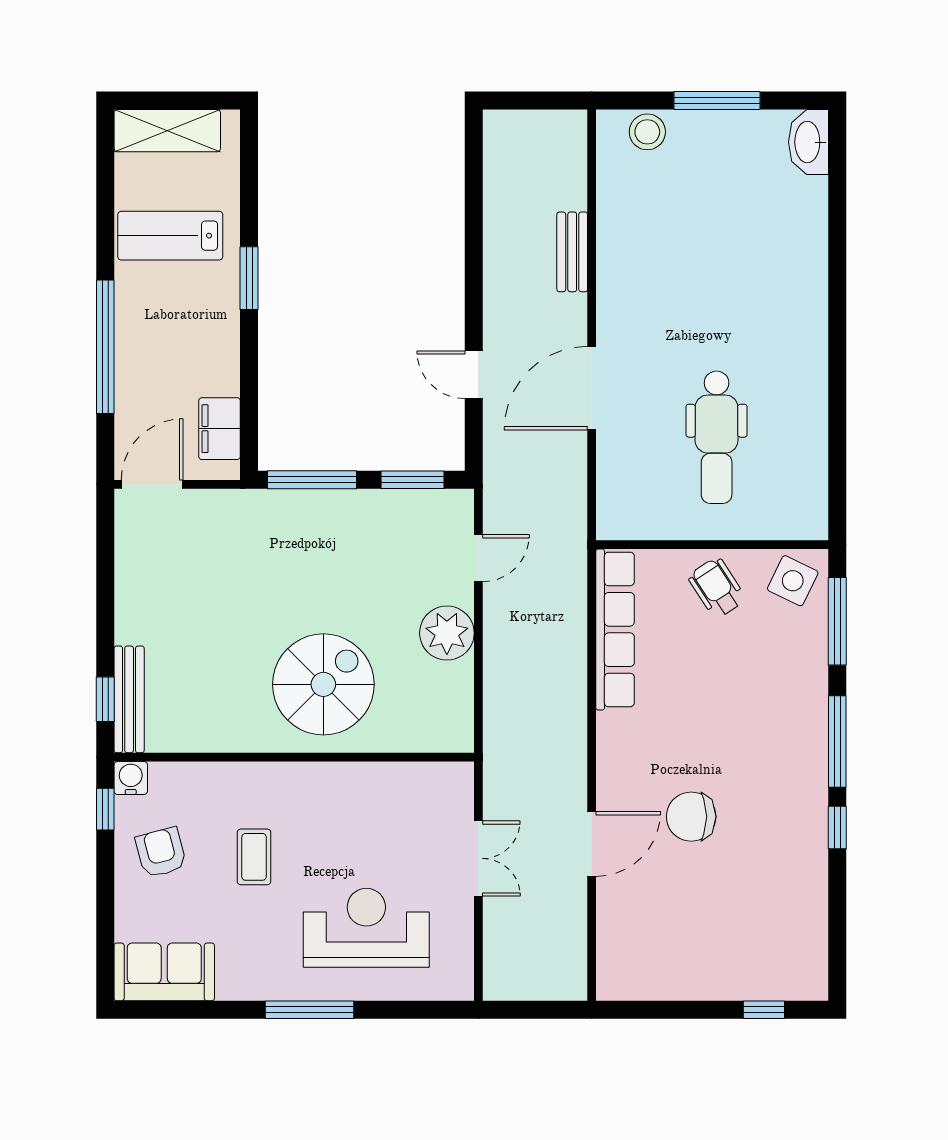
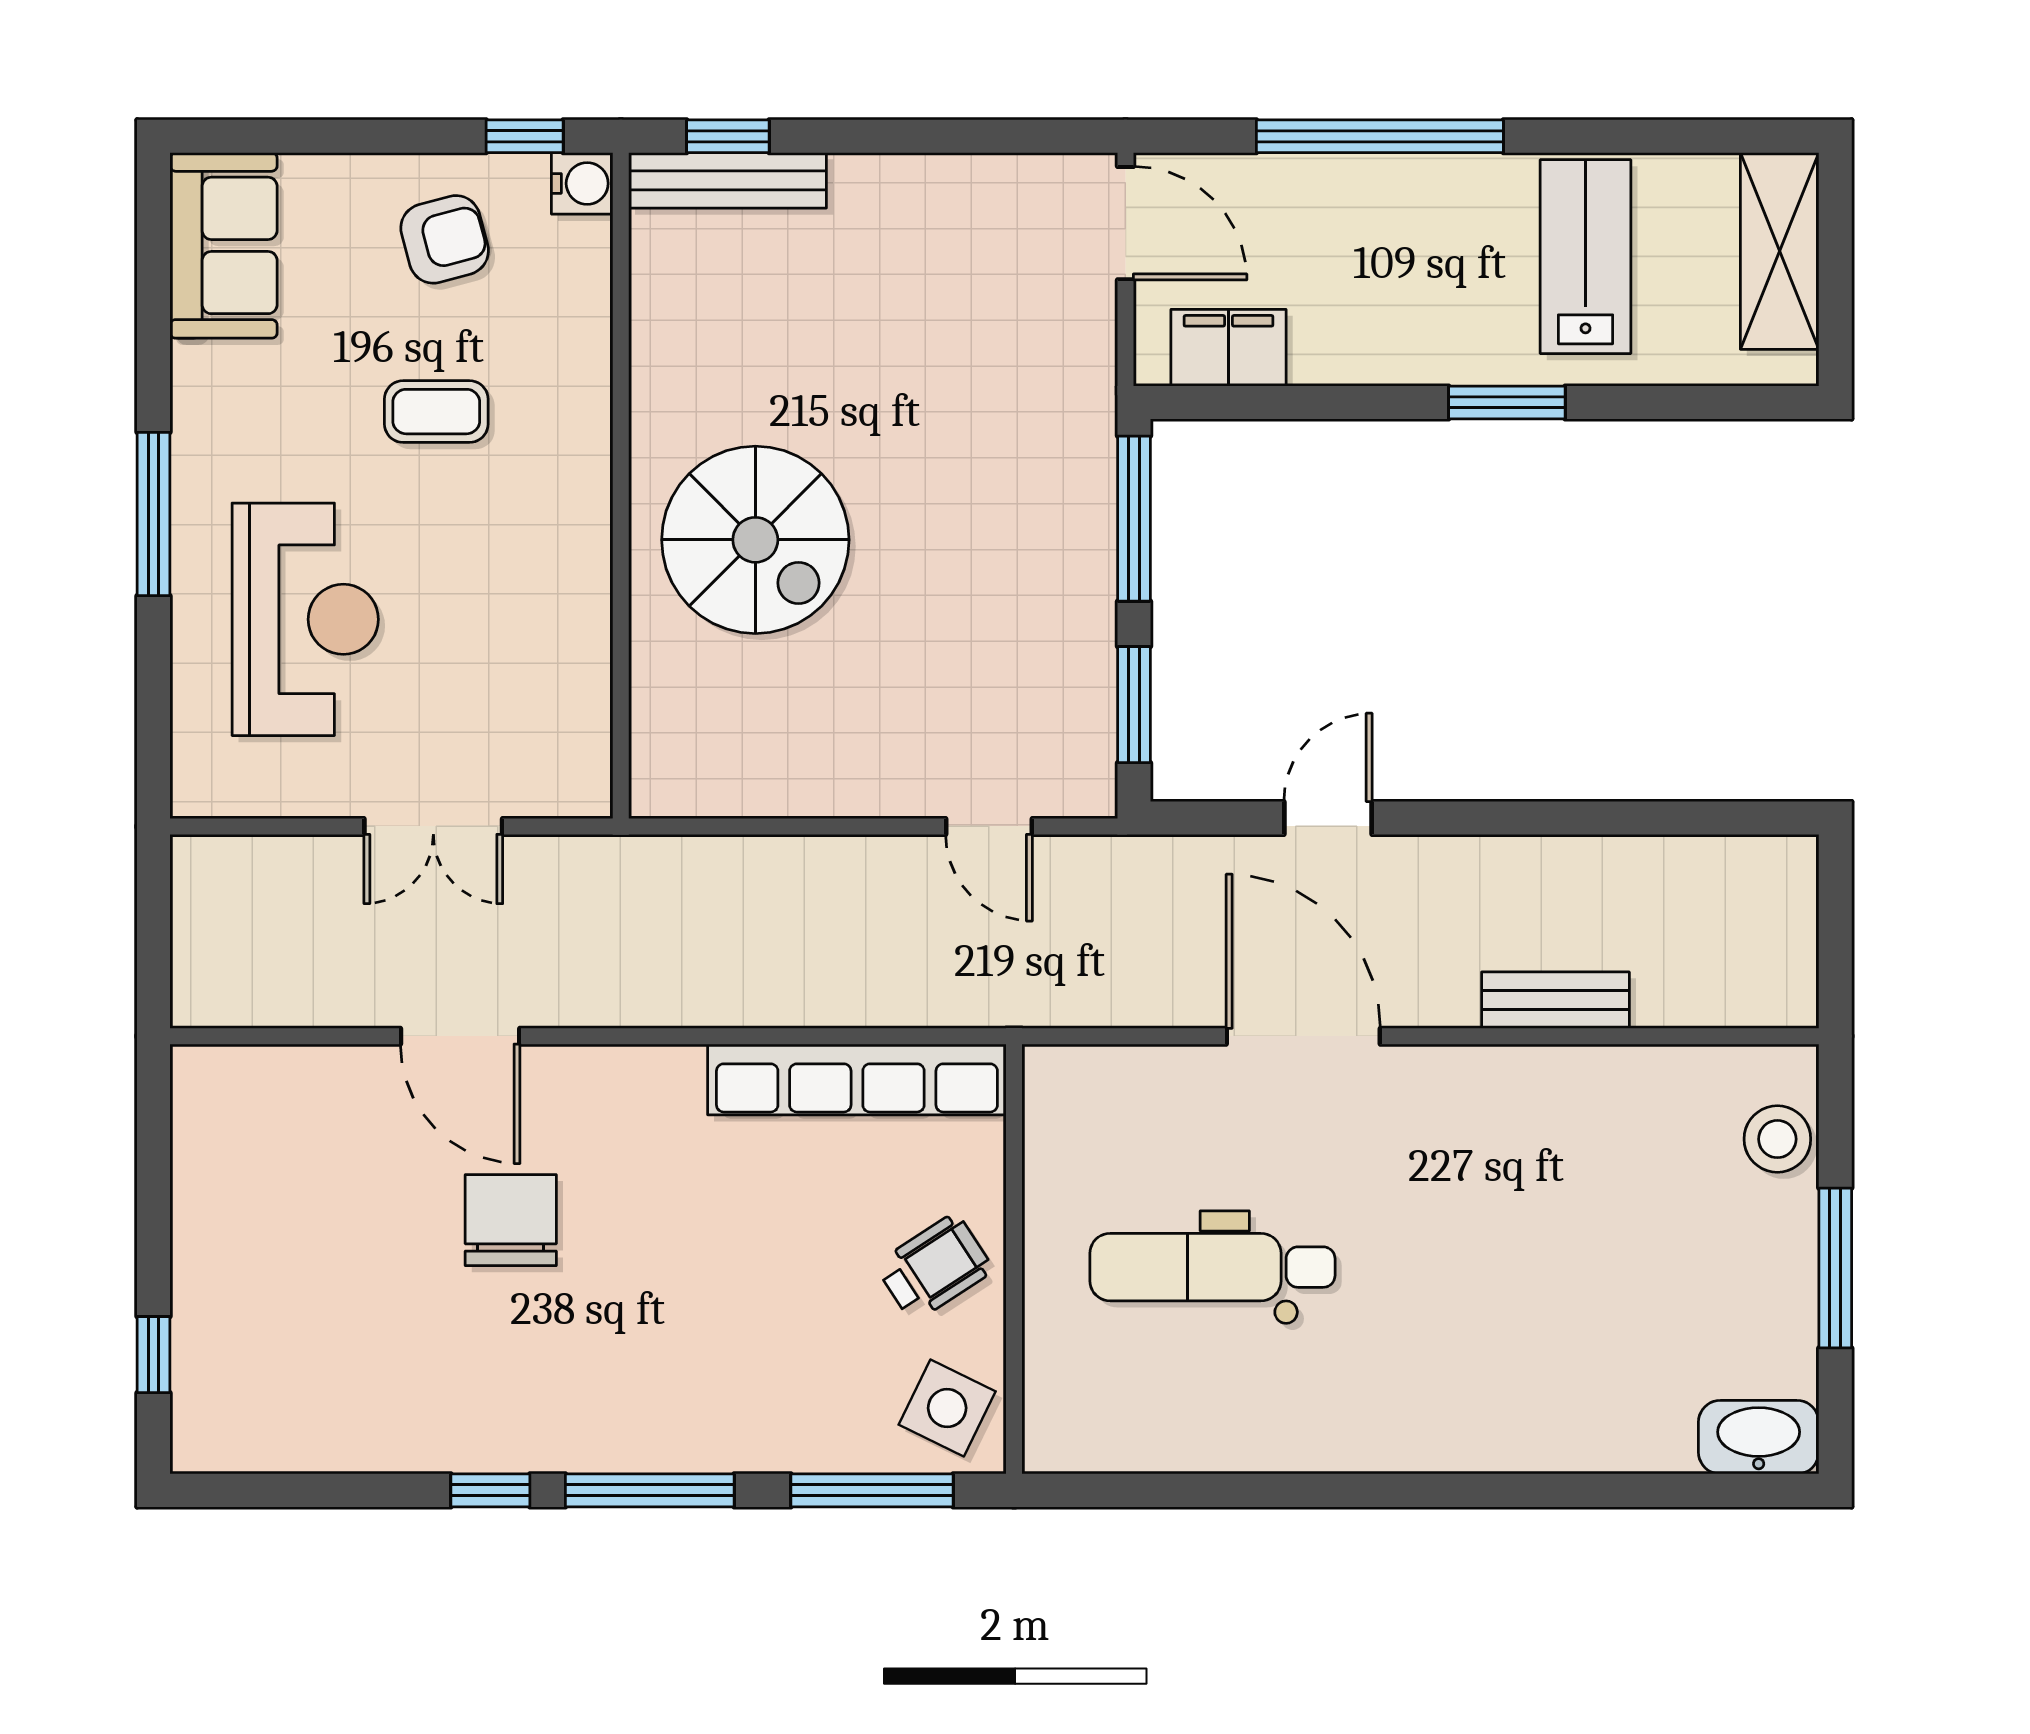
plant: (447, 633) -> (850, 768), removed

